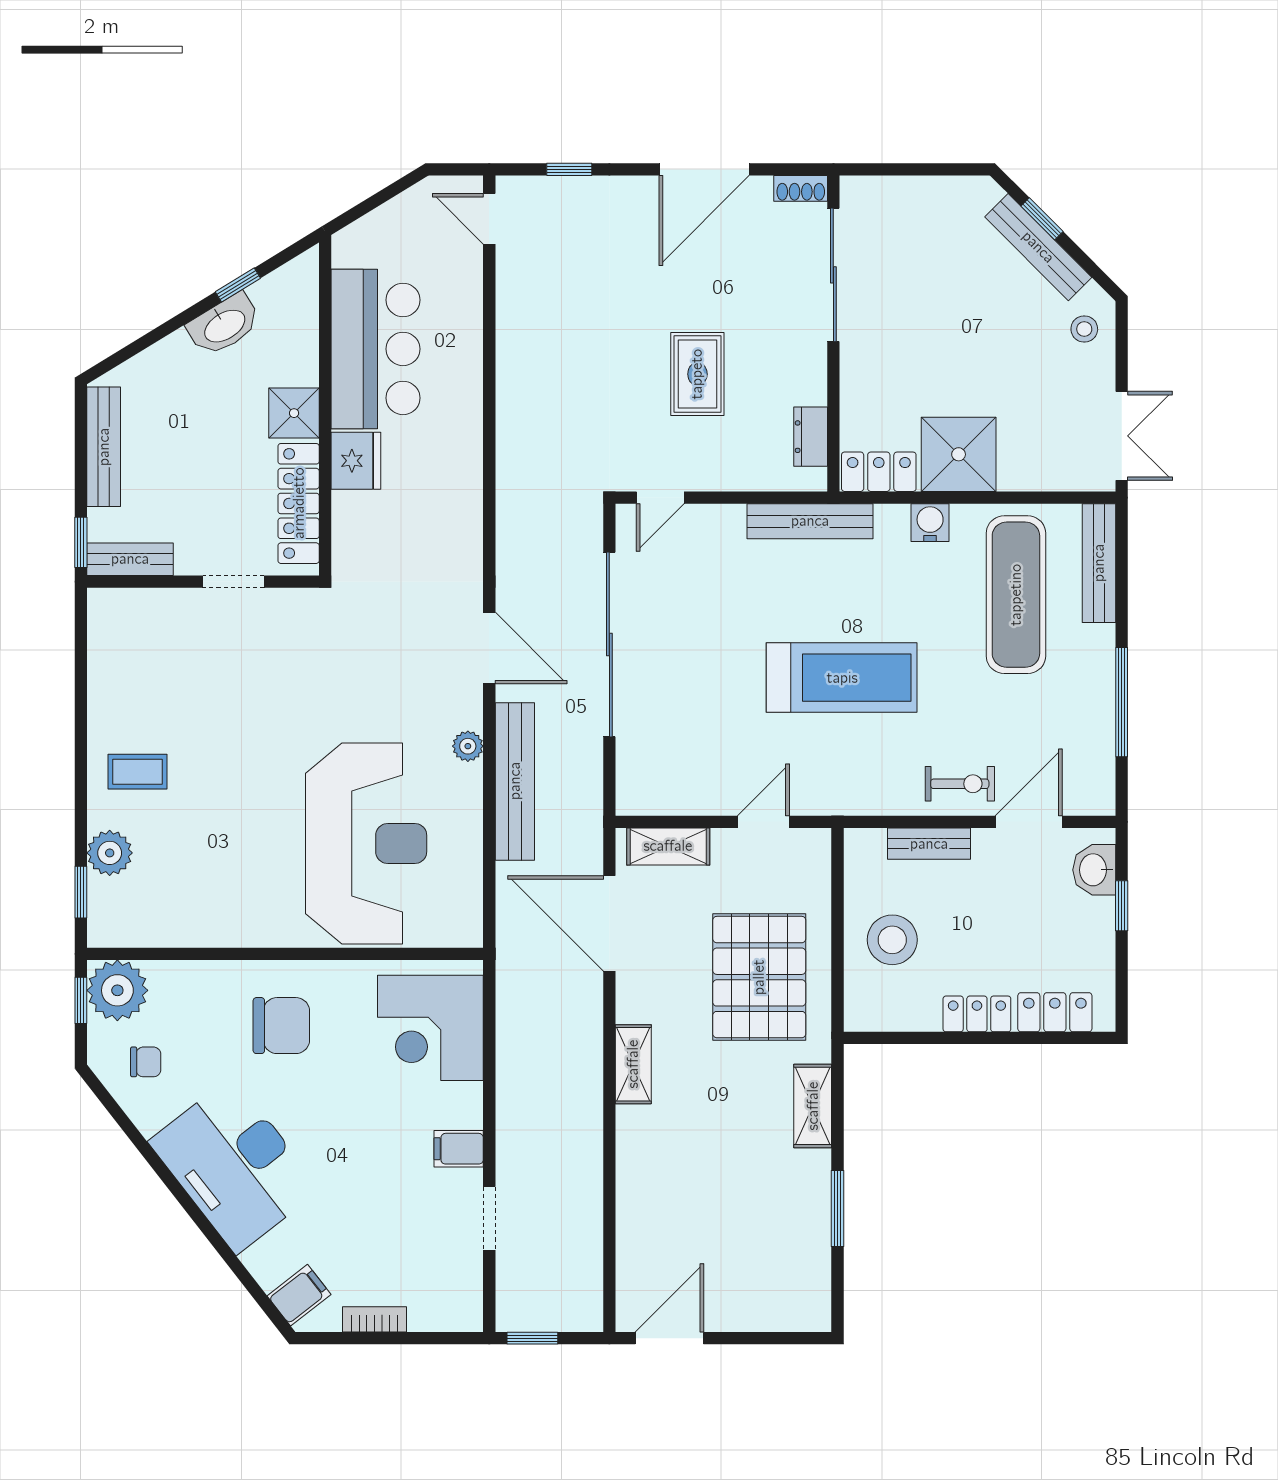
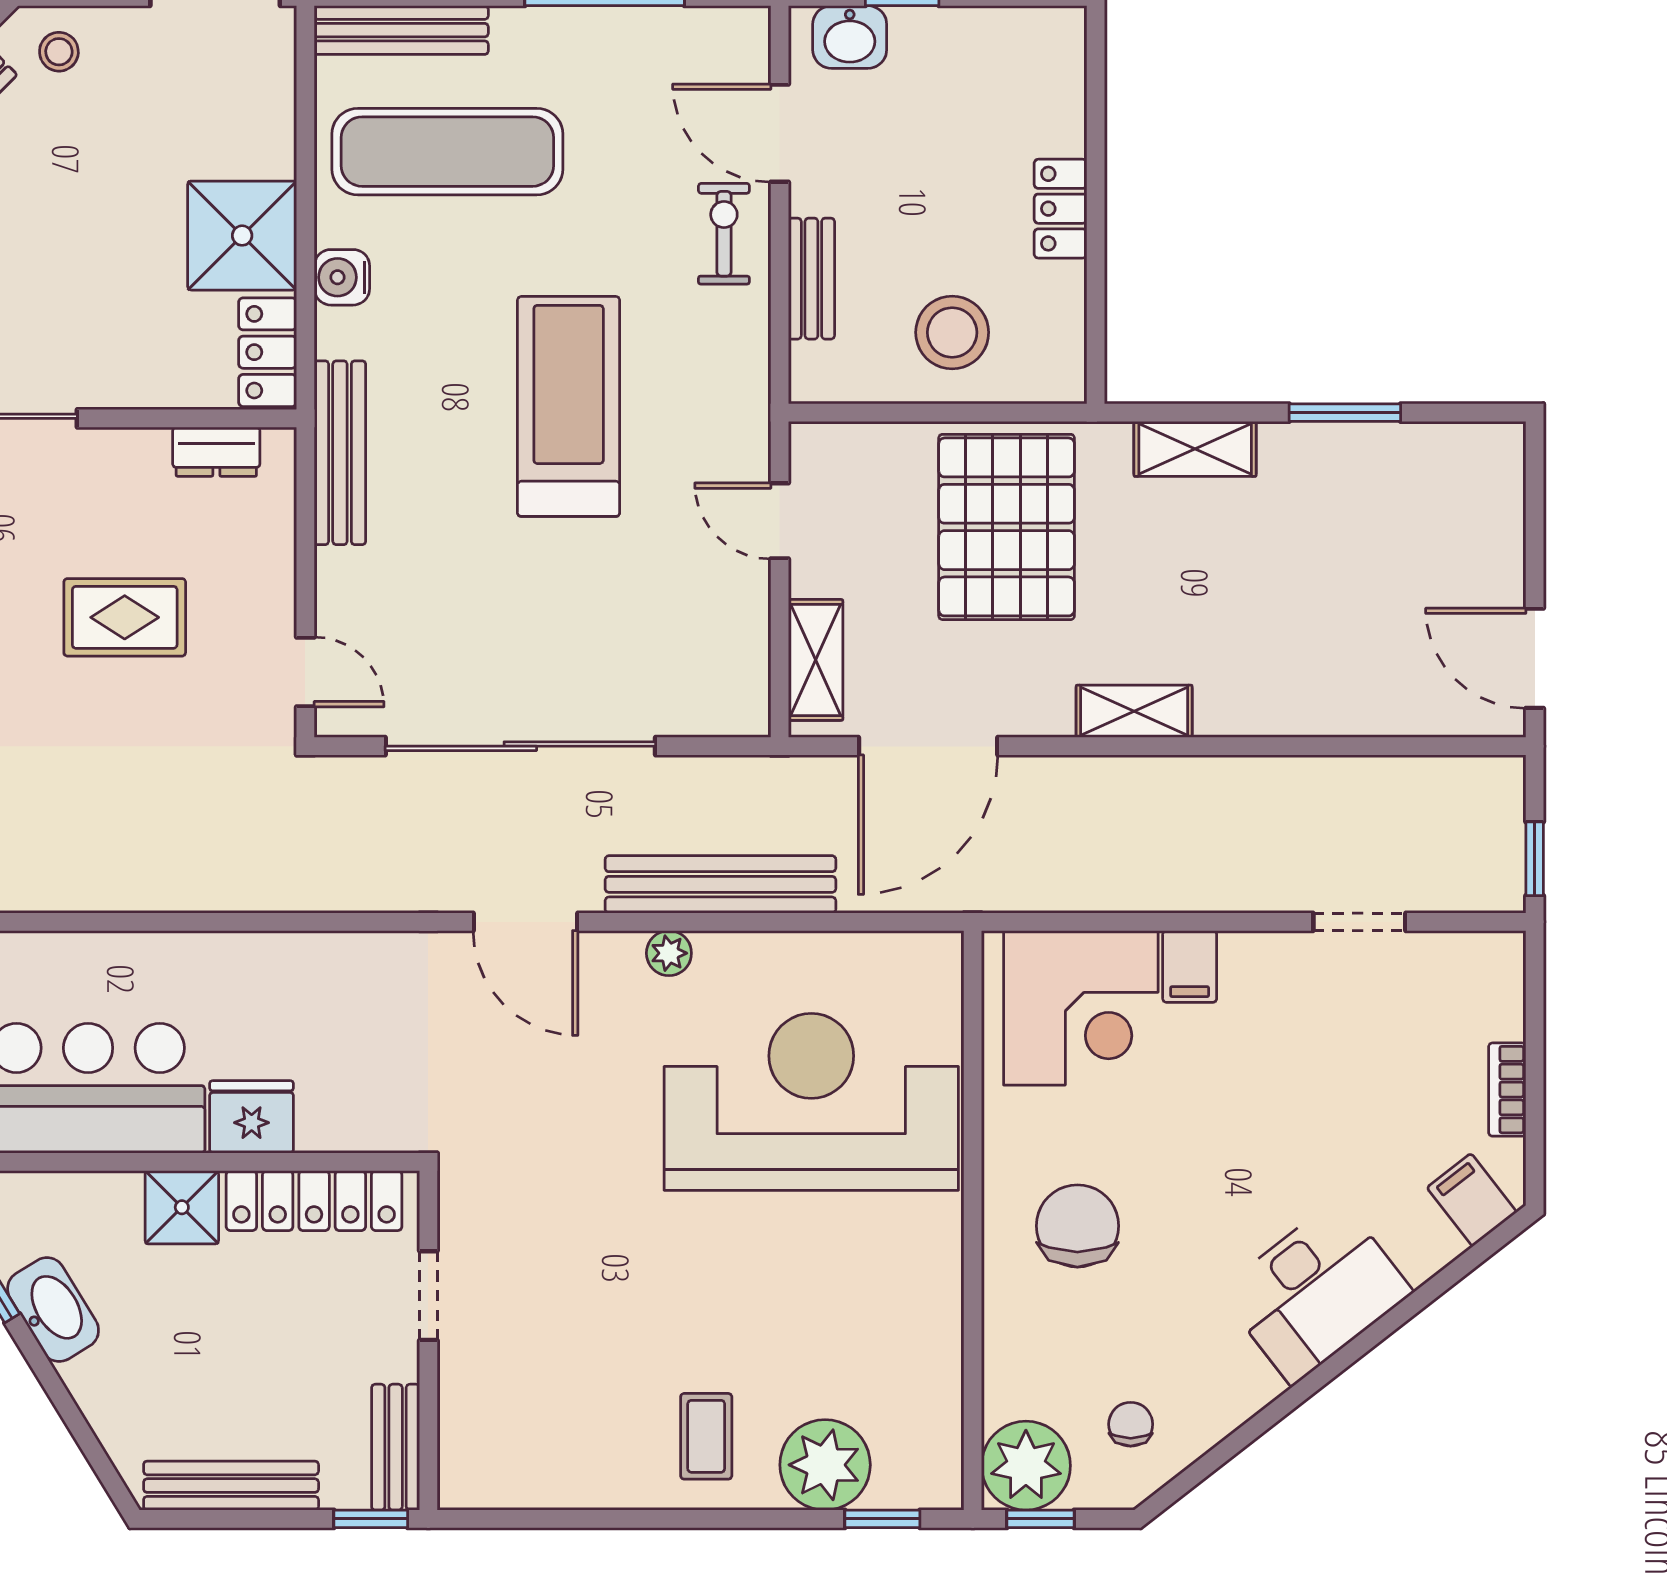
door: (489, 648) -> (525, 922), swing flipped
plant: (110, 853) -> (825, 1465), width x1.36, depth x1.36
pallet: (759, 977) -> (1007, 527), turned 90
locker: (1055, 1012) -> (1058, 95), removed
filing cabinet: (459, 1149) -> (1190, 966), moved
desk: (234, 1165) -> (1316, 1292), width x0.73, depth x0.77

